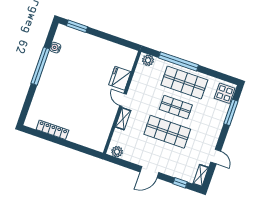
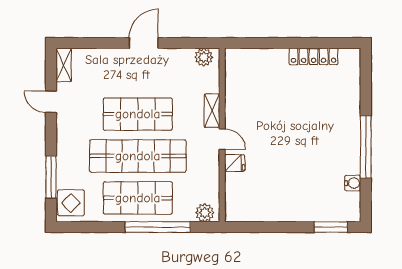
fridge: (120, 78) -> (235, 163), width x0.53, depth x0.75
shop shelf: (176, 107) -> (138, 156), width x2.00, depth x1.36
window: (180, 183) -> (91, 43), removed

